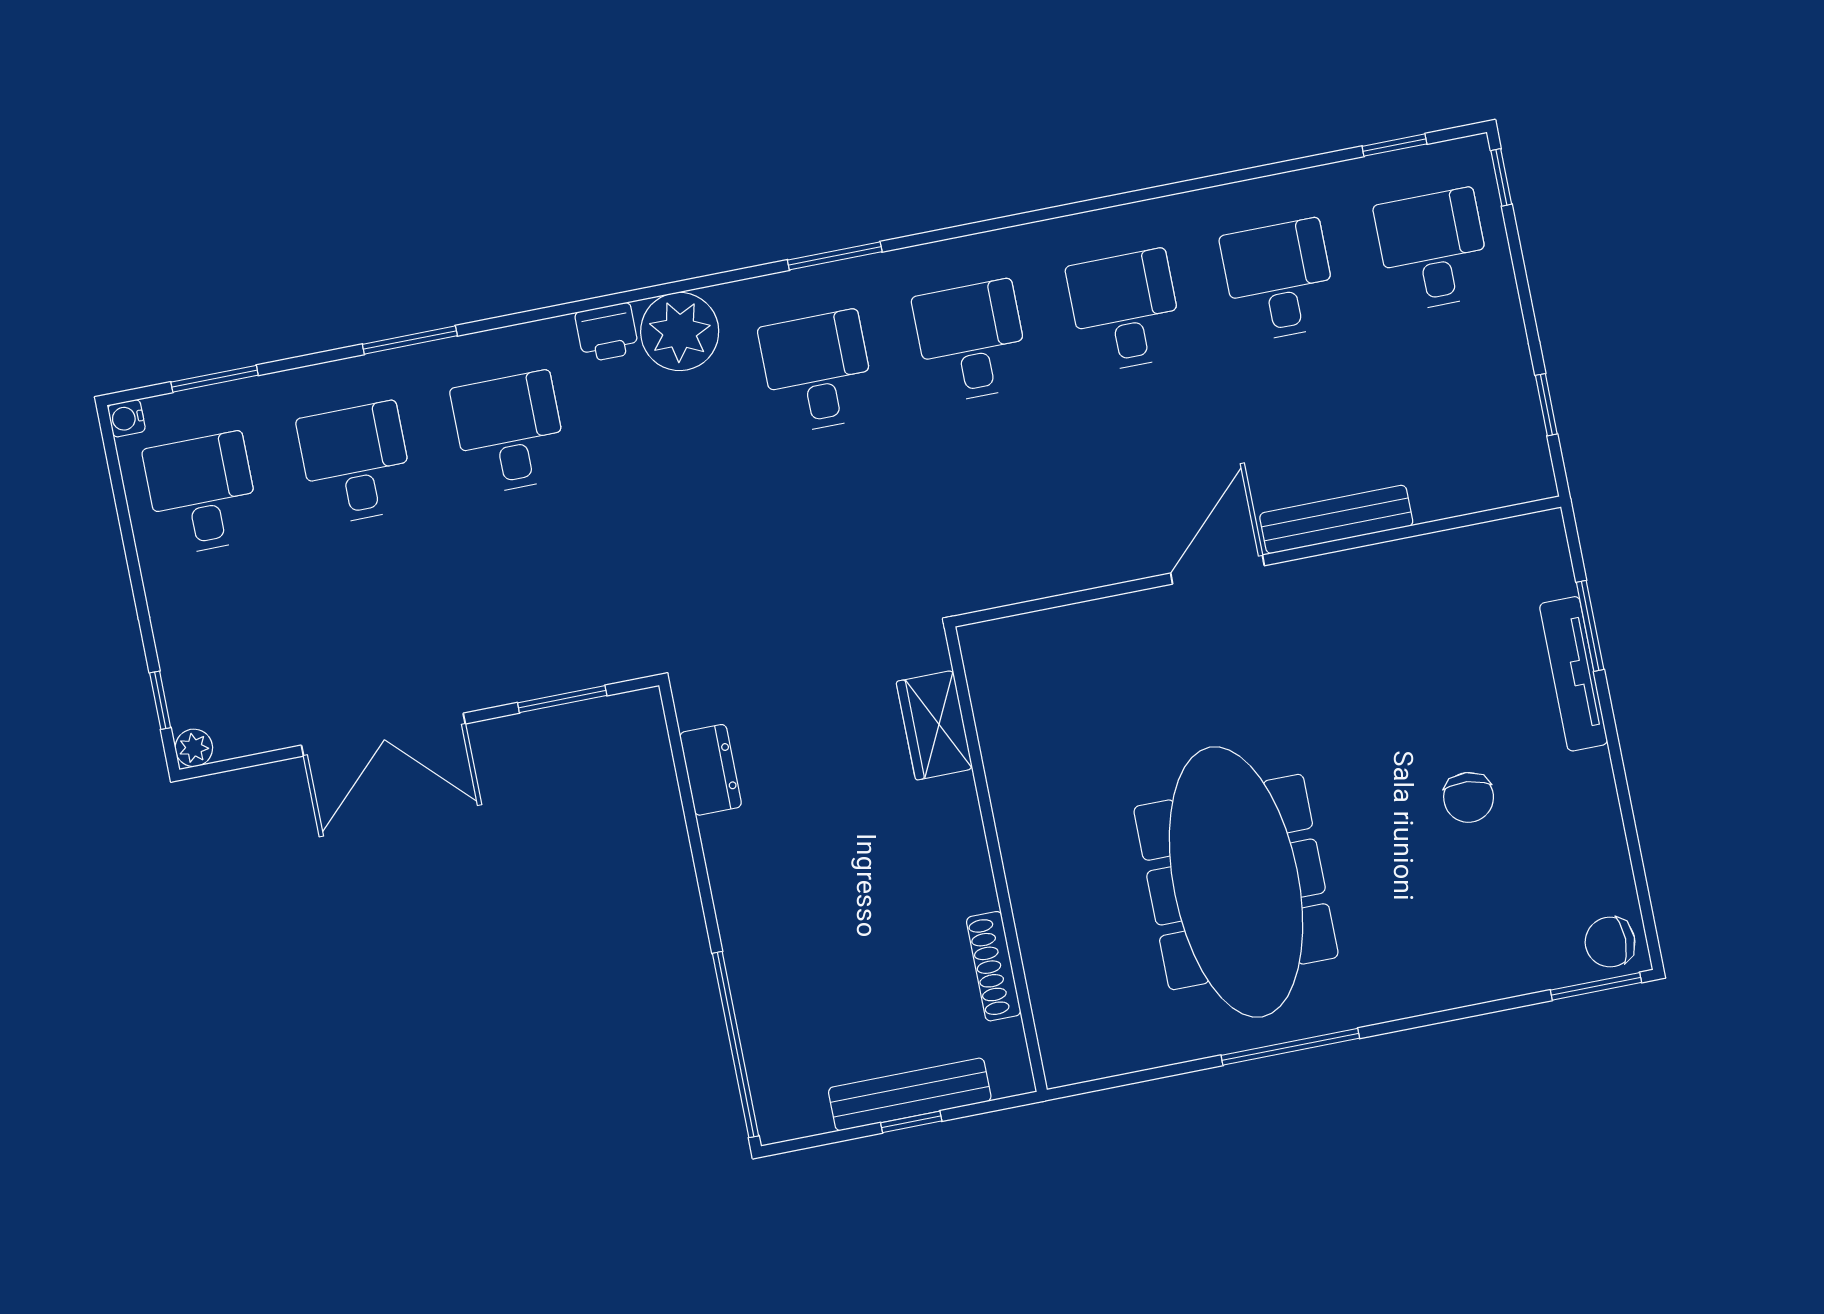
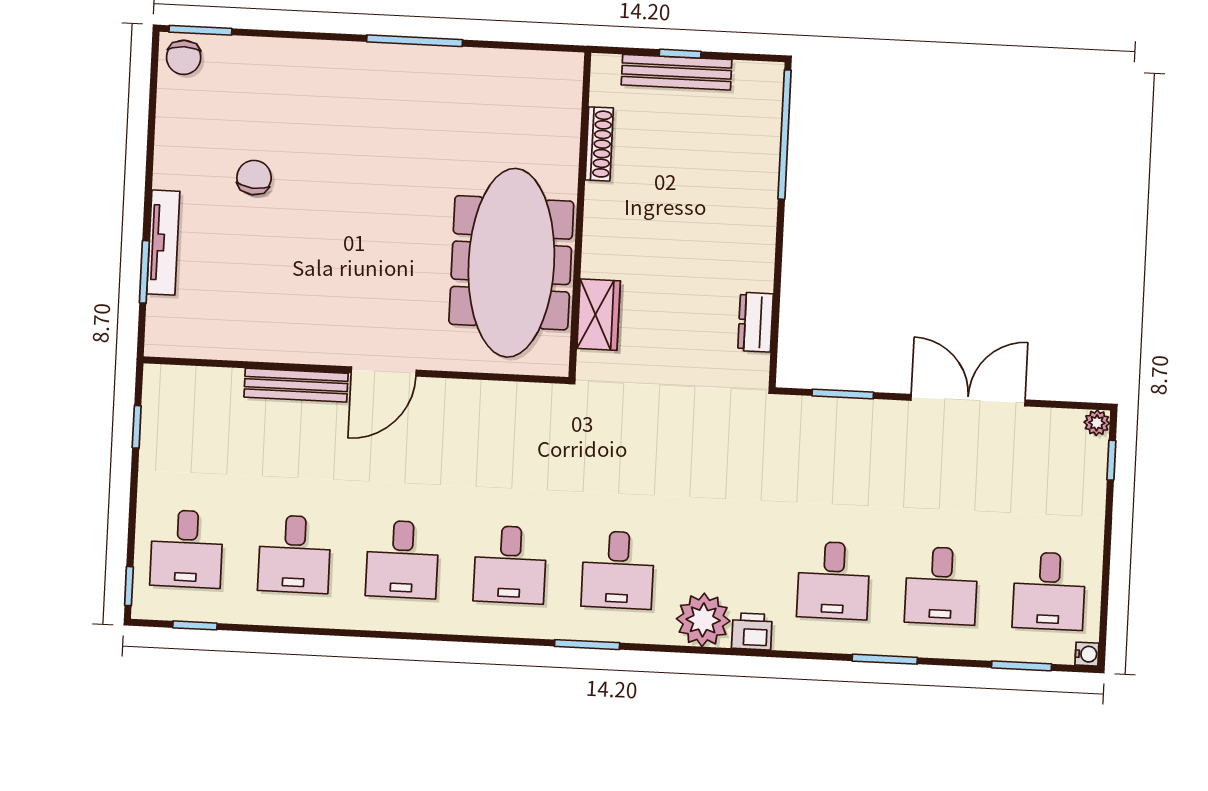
meeting table: (1236, 882) -> (511, 263), moved
chair: (1610, 942) -> (184, 57), turned 90

